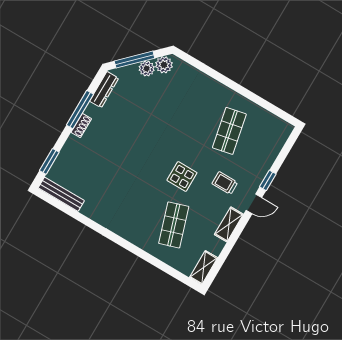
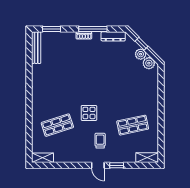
window: (134, 60) -> (142, 44), width x0.46
shelving: (229, 224) -> (147, 158), moved

